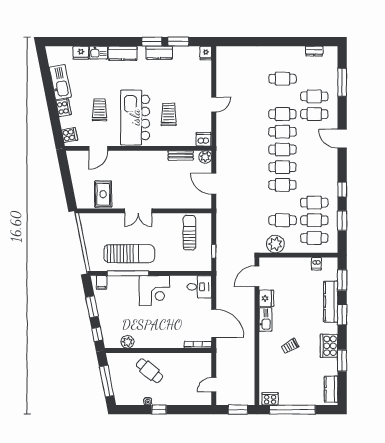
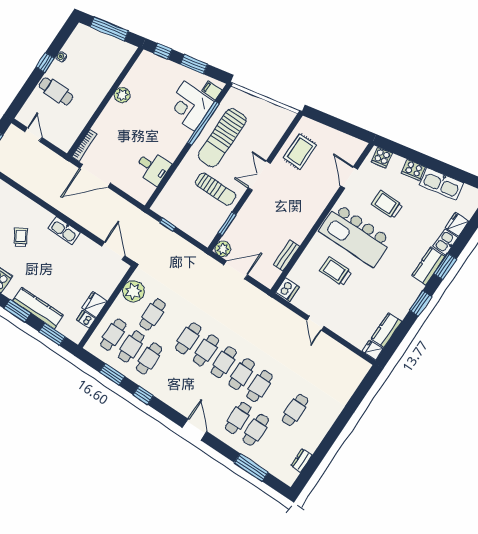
window: (178, 42) -> (445, 266), moved
kitchen counter: (159, 53) -> (386, 330), moved
trolley: (99, 110) -> (387, 205), turned 180
trolley: (169, 114) -> (336, 271), turned 180
kitchen island: (135, 117) -> (355, 235), turned 180
door: (342, 139) -> (195, 429), hinge flipped
plant: (205, 157) -> (223, 249), moved
rug: (103, 194) -> (300, 151), turned 90
window: (186, 211) -> (227, 224), added
sun lounger: (189, 233) -> (216, 189), moved
desk: (199, 287) -> (153, 167), moved, turned -90
corner desk: (154, 291) -> (190, 106), moved
fridge: (266, 298) -> (95, 305), moved, turned 90
plant: (127, 342) -> (122, 95), moved
cafe table: (149, 371) -> (56, 91), moved, turned 50

